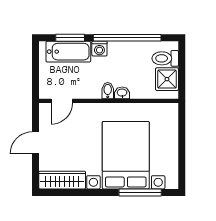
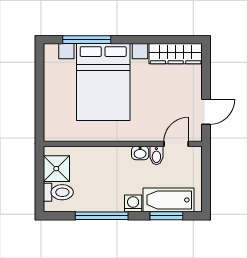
window: (127, 38) -> (102, 216), width x0.68
bidet: (108, 91) -> (156, 155), moved
washbasin: (122, 93) -> (140, 153), moved
door: (35, 143) -> (206, 112), moved

